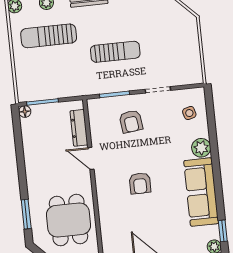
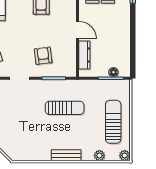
sun lounger: (49, 36) -> (113, 122), moved, turned -90
sun lounger: (115, 52) -> (65, 108), moved, turned 180
floor lamp: (25, 112) -> (113, 72), moved

